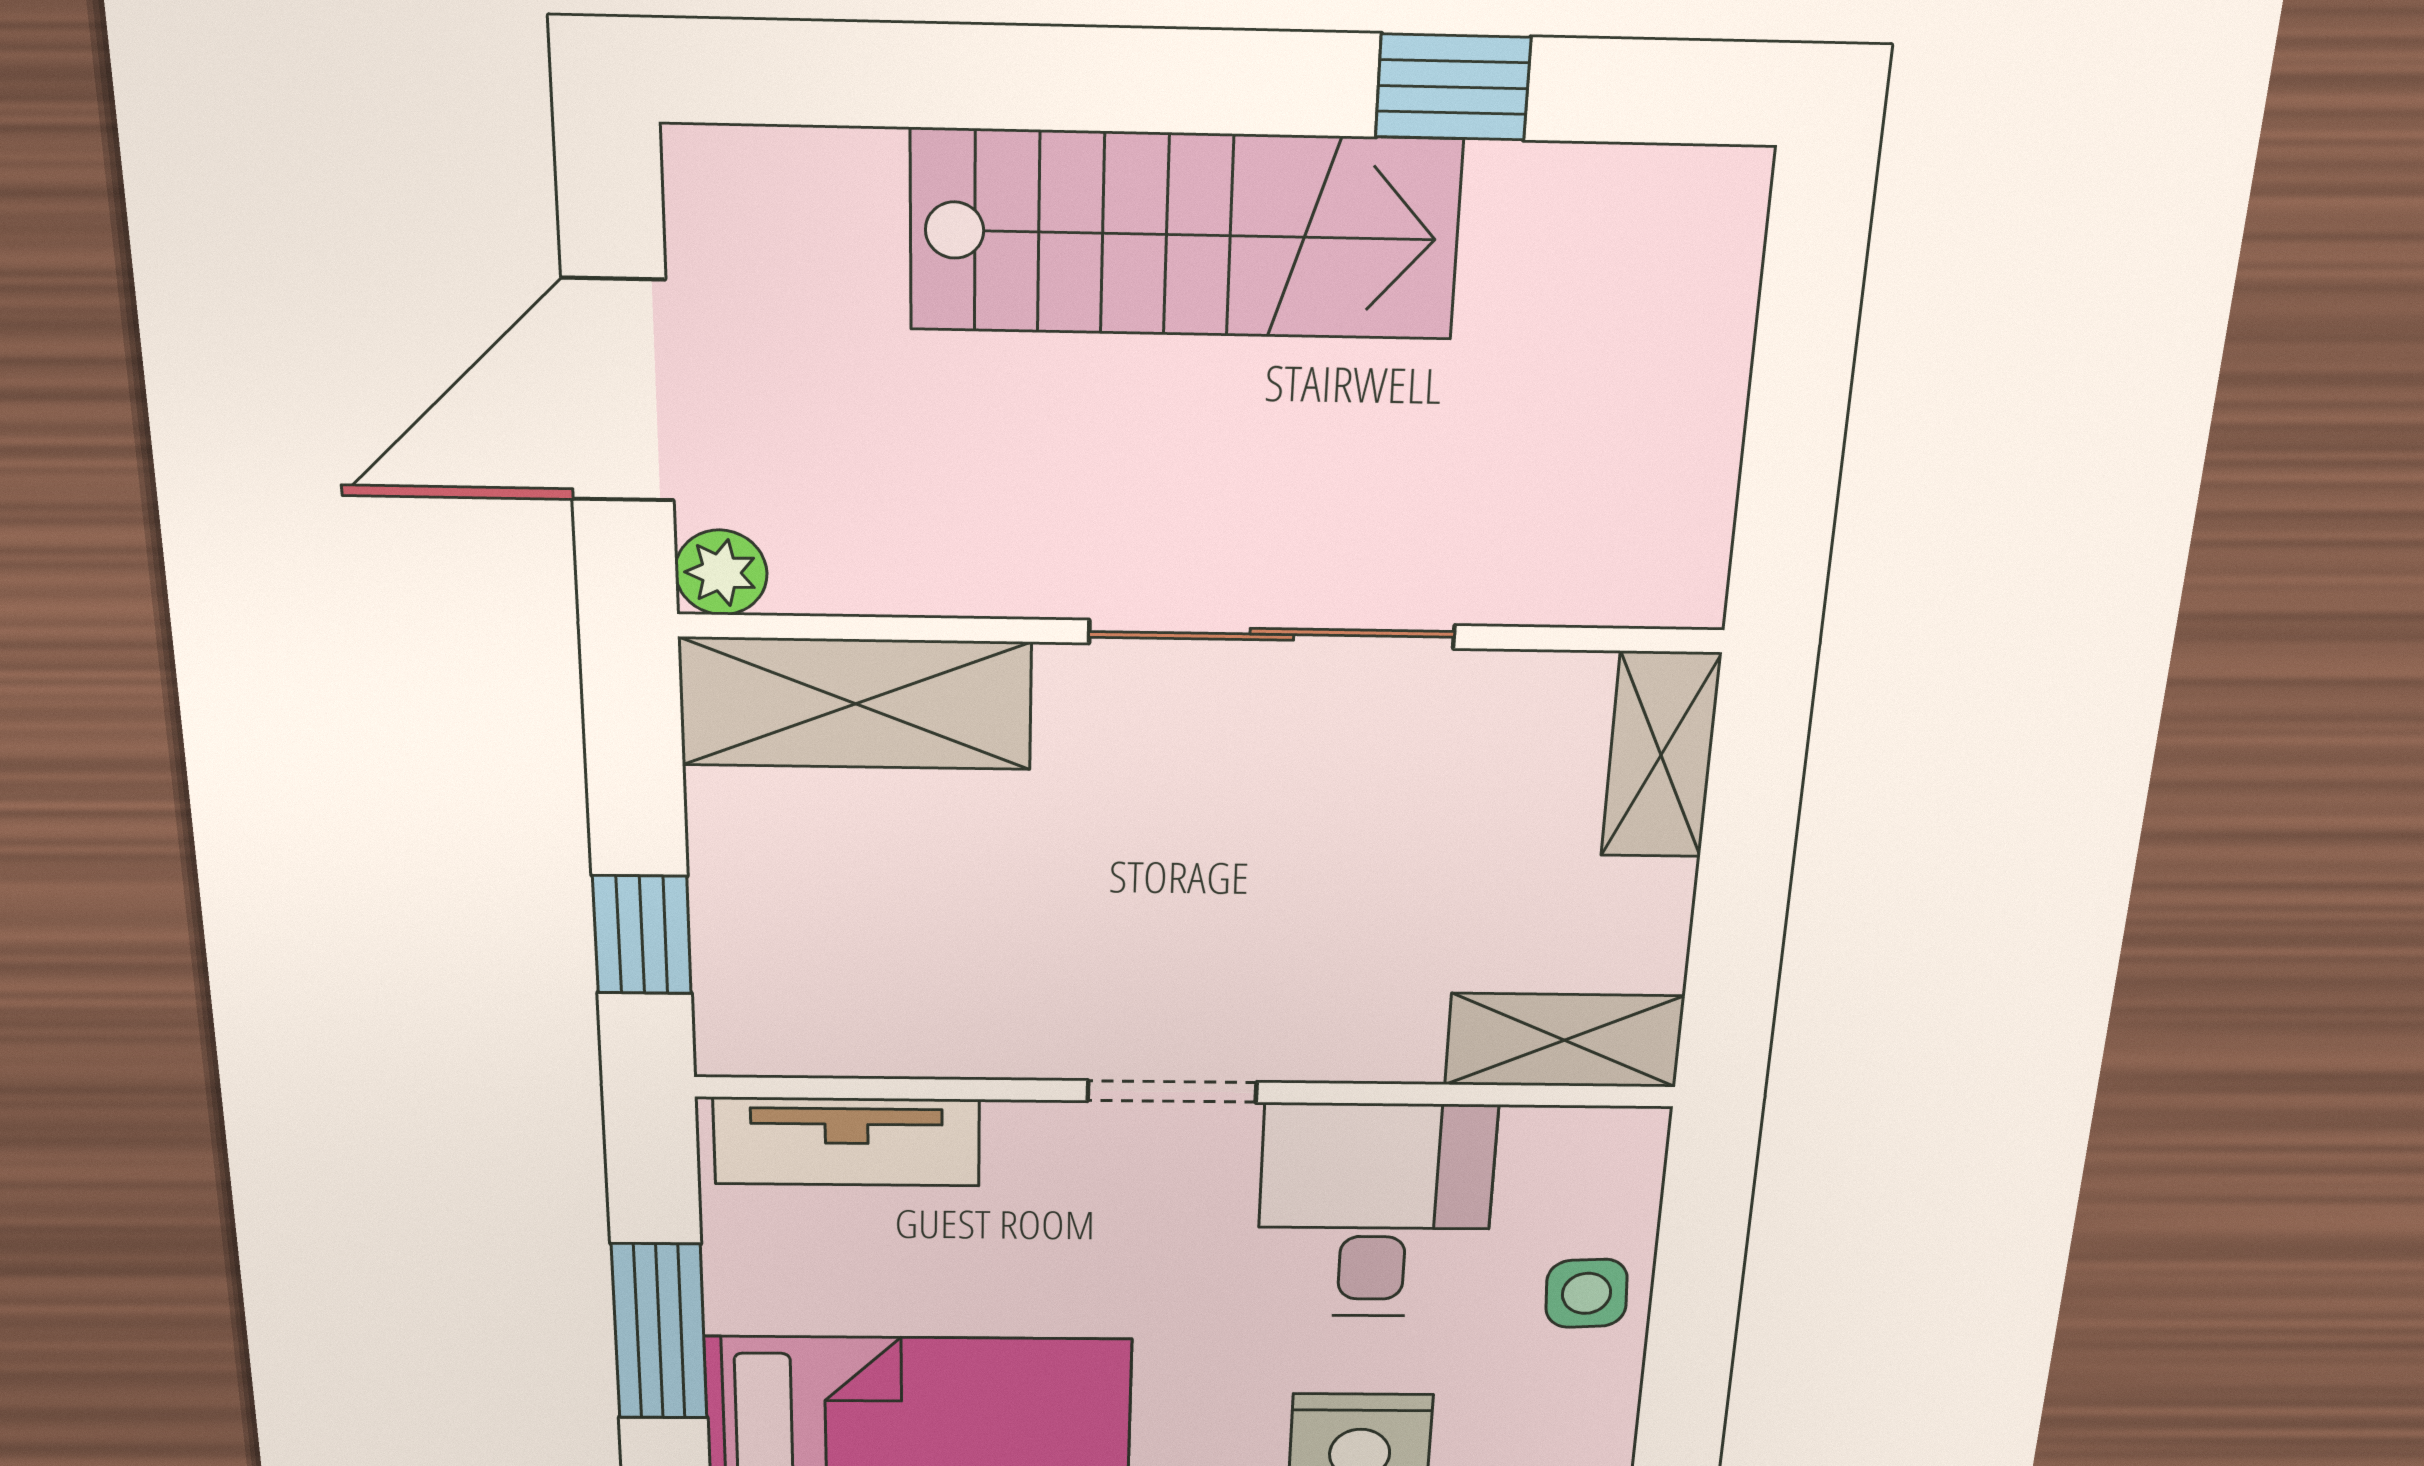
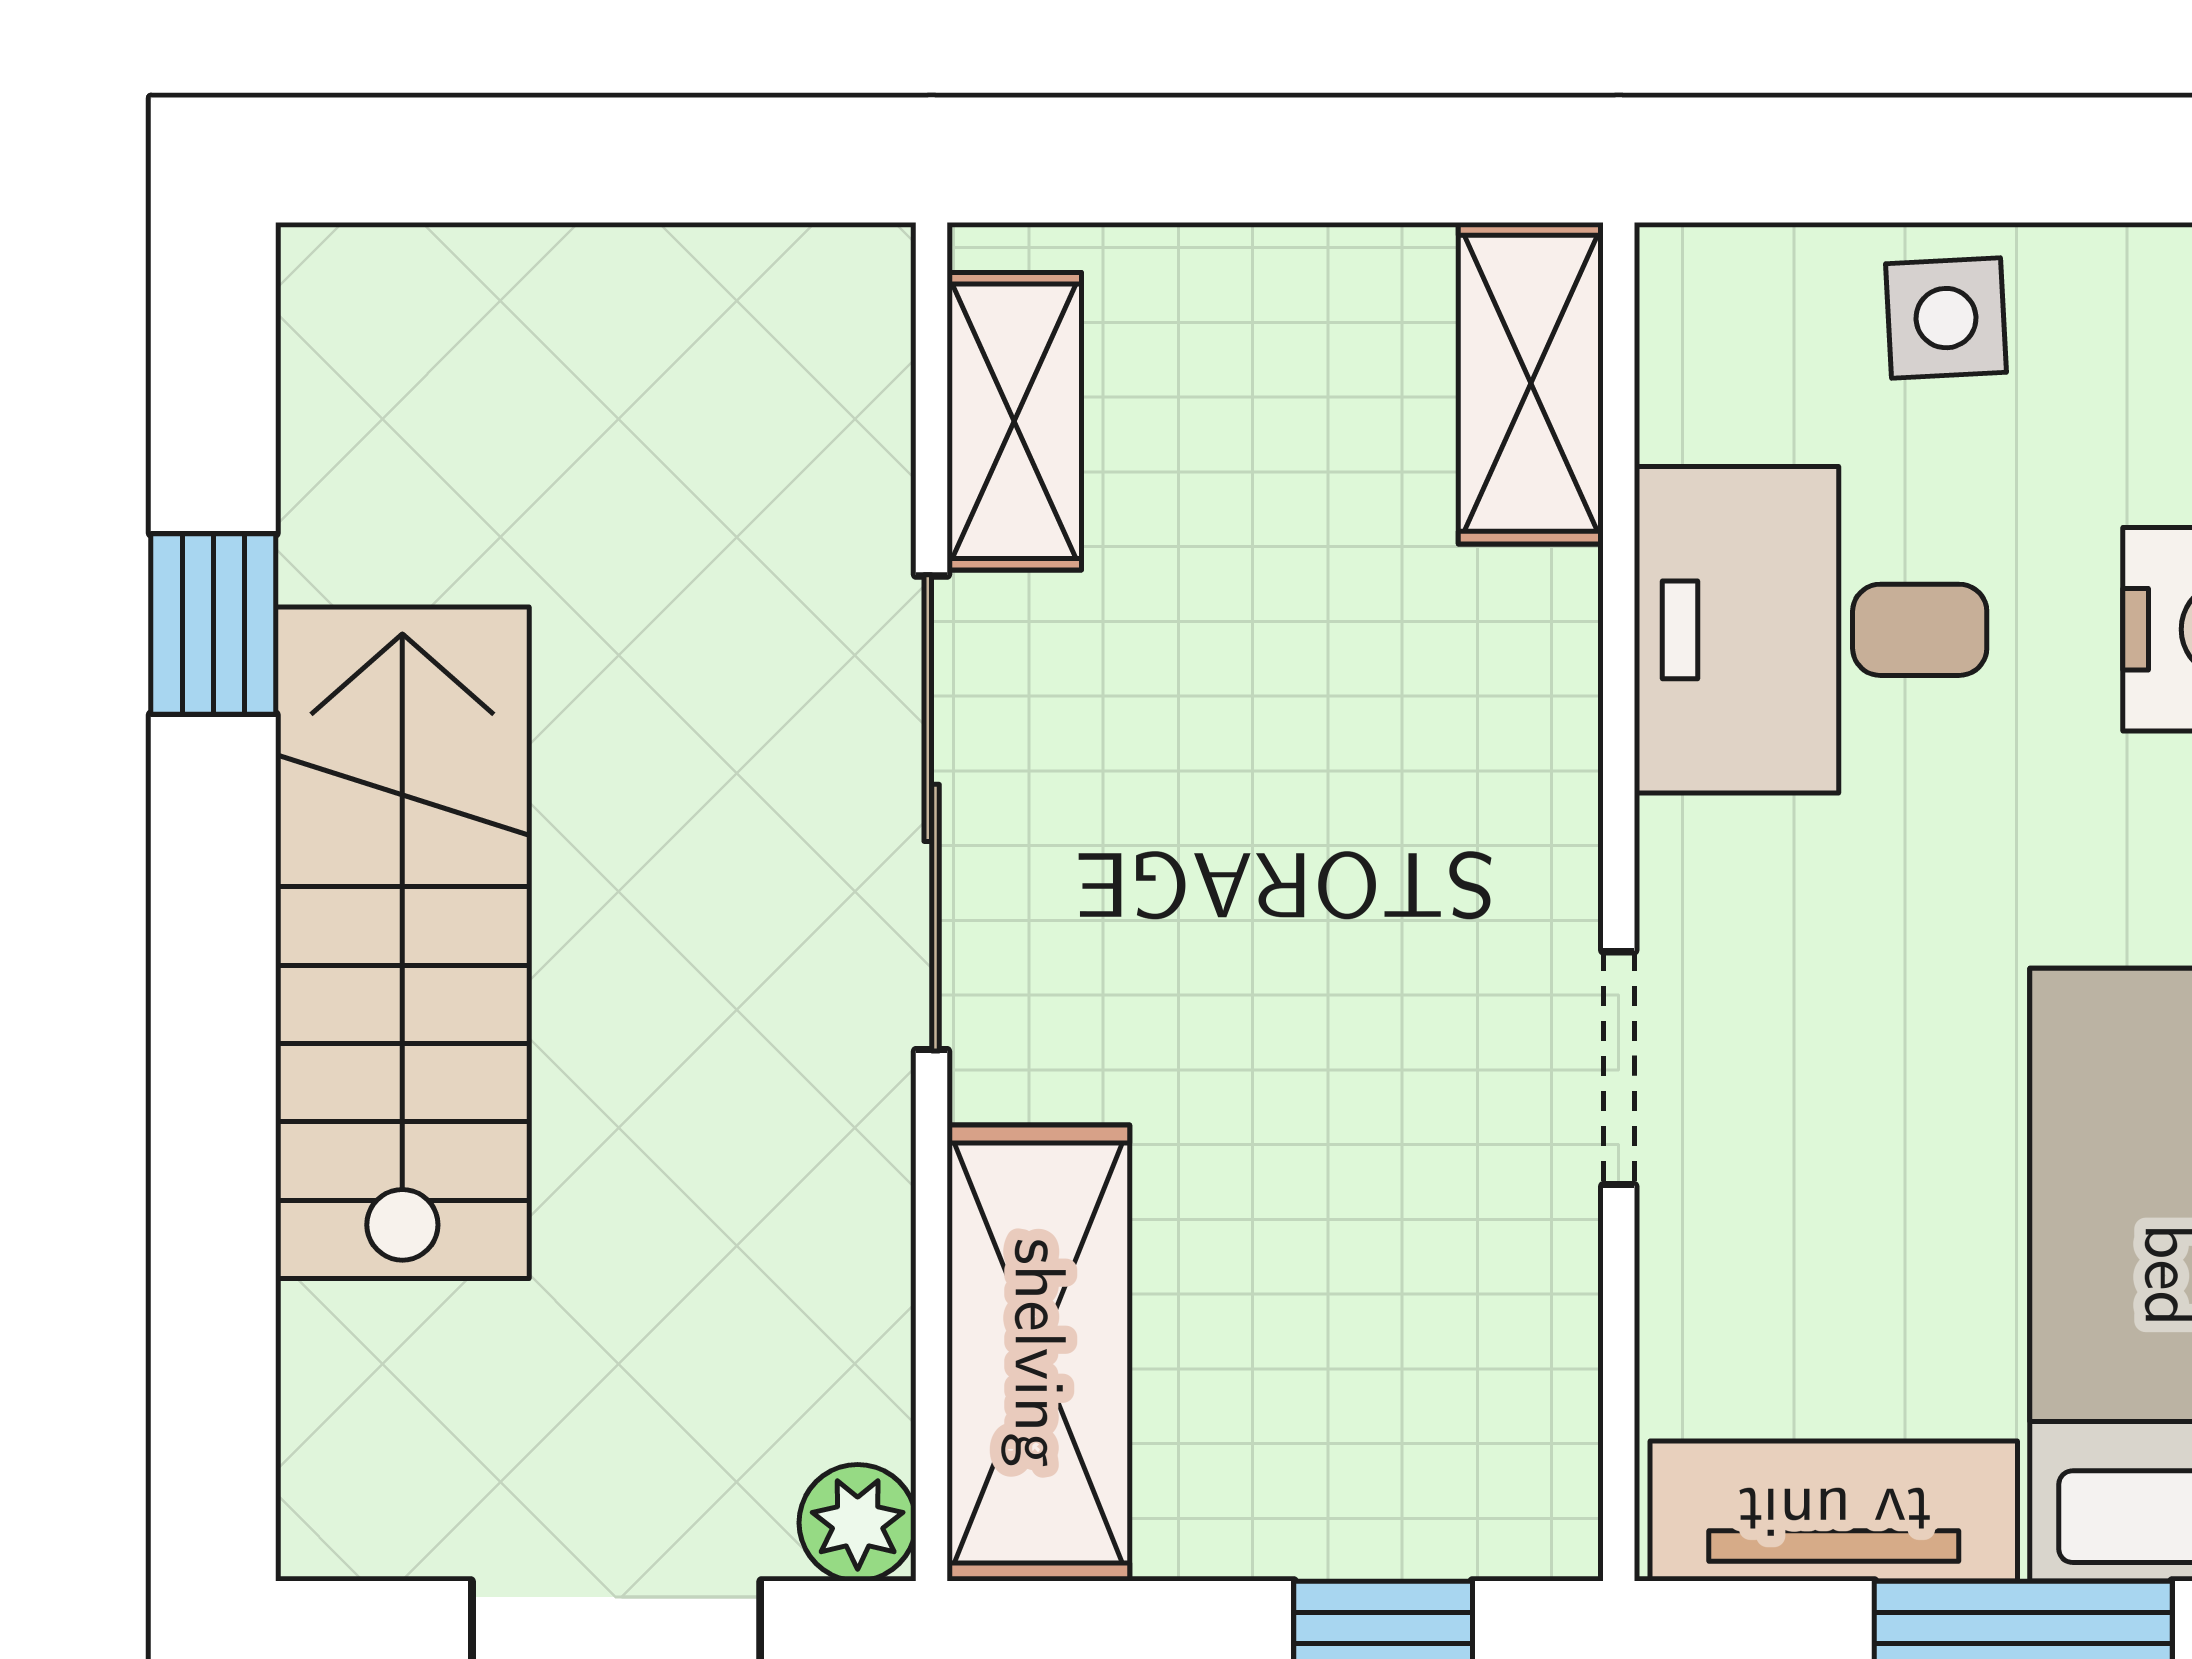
shelving: (1661, 755) -> (1014, 421), moved, turned 90
doorway: (1172, 1092) -> (1619, 1068), moved
tv unit: (847, 1142) -> (1834, 1511), moved, turned -90

